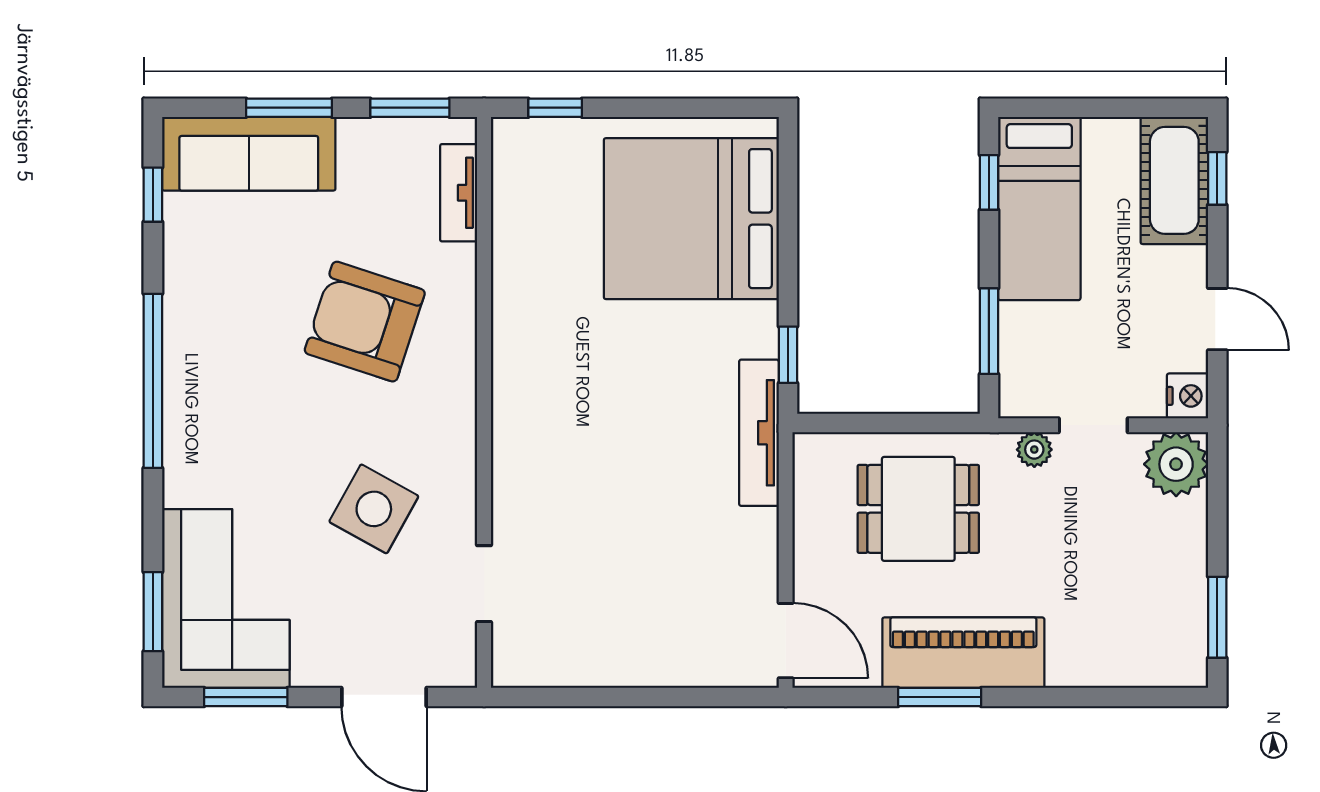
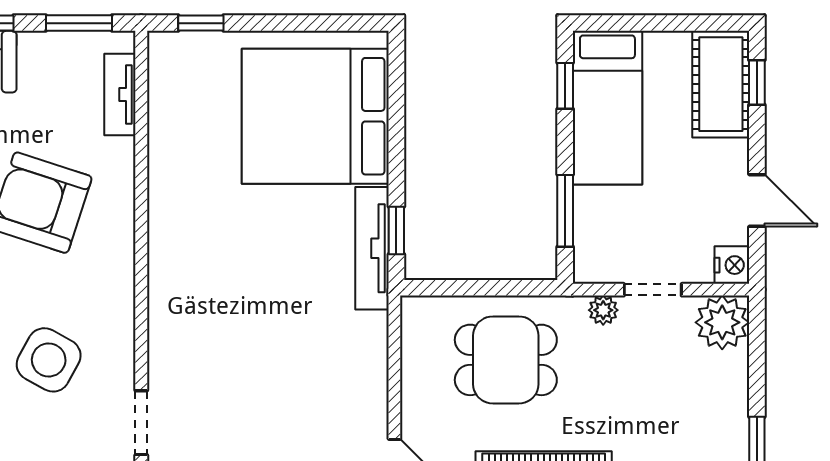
tv unit: (759, 433) -> (372, 248), moved

